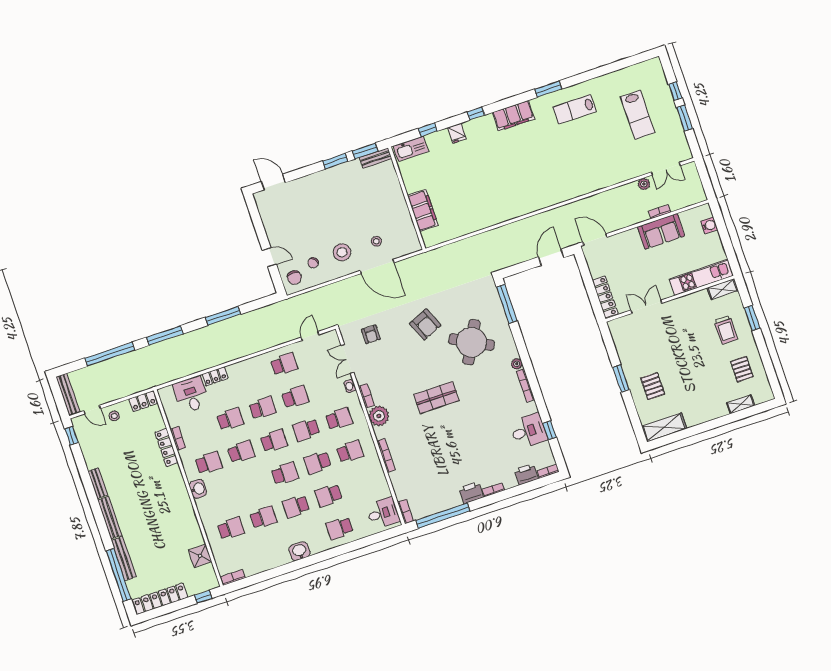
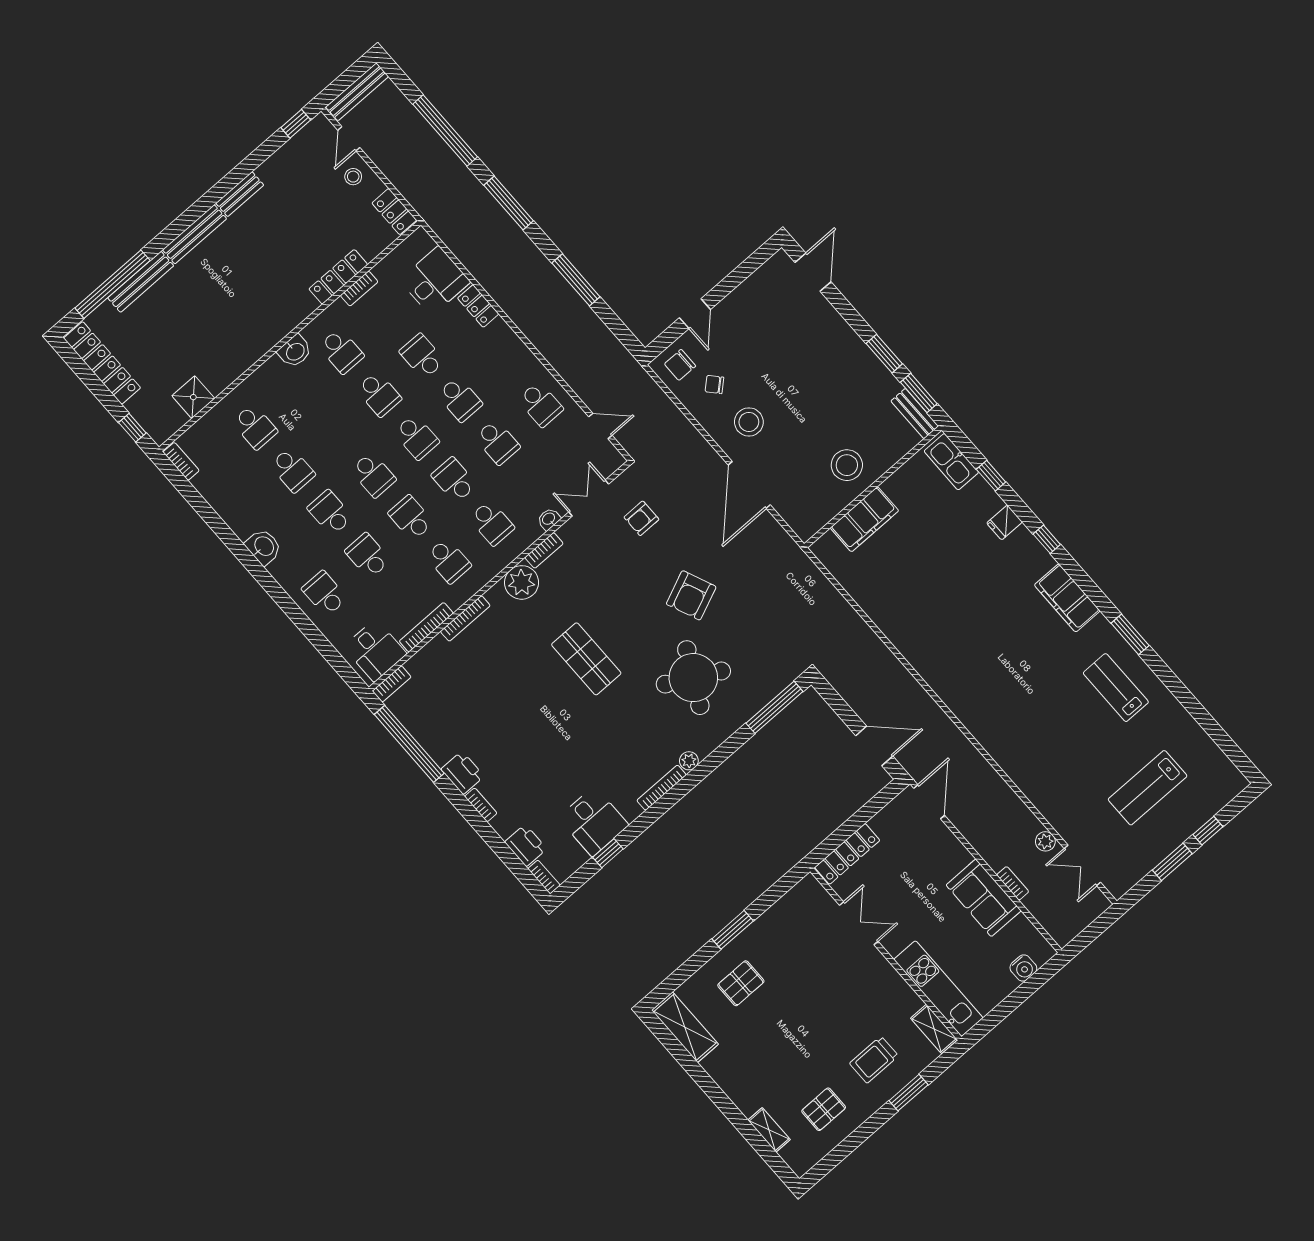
stool: (376, 241) -> (847, 465), moved, width x1.89, depth x1.89
school desk: (230, 419) -> (422, 356), turned 180
bookcase: (382, 479) -> (426, 627), added

